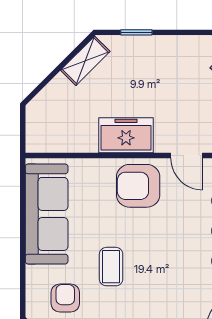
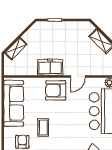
shelving: (85, 61) -> (16, 49), moved
door: (187, 156) -> (78, 77), hinge flipped

